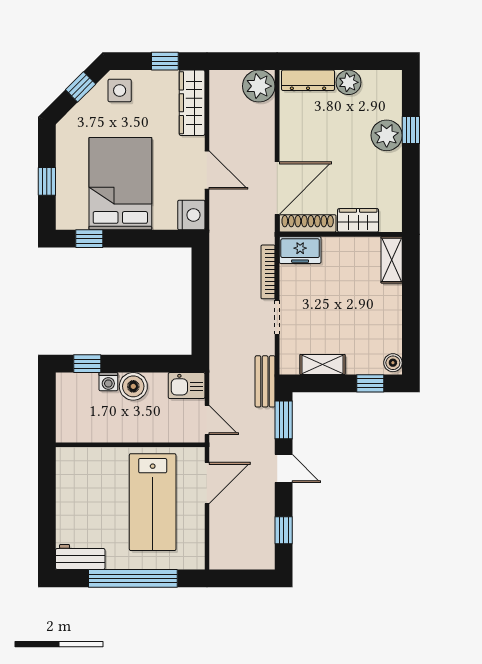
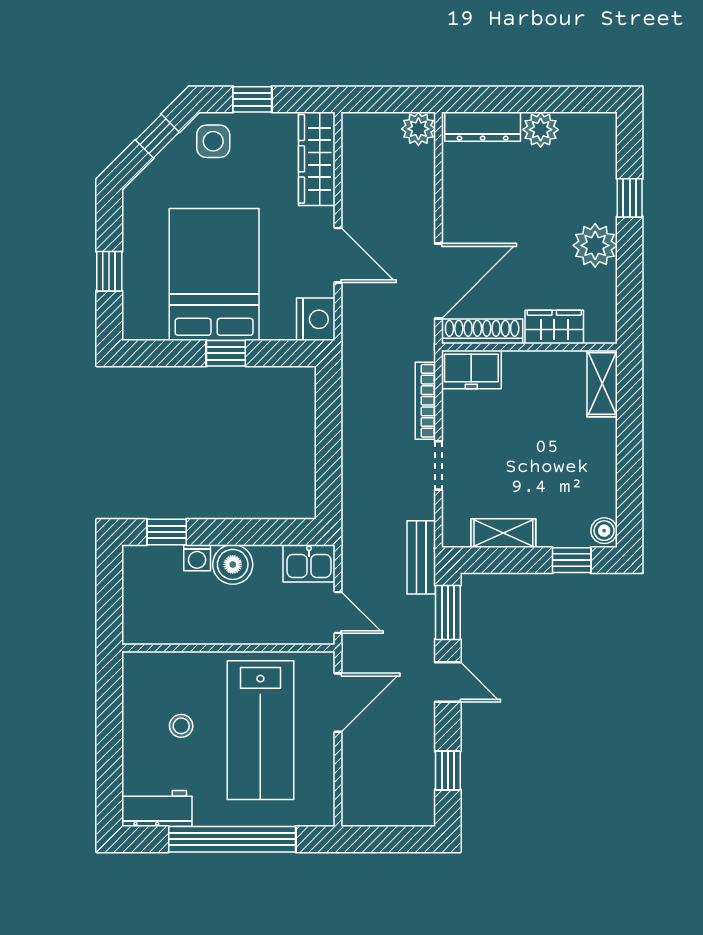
window: (165, 61) -> (252, 99), moved
plant: (259, 86) -> (418, 129), width x0.73, depth x0.73
plant: (387, 135) -> (595, 245), moved
window: (89, 239) -> (226, 353), moved
stool: (97, 499) -> (181, 726), added

